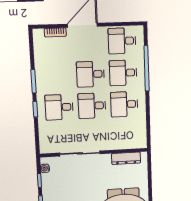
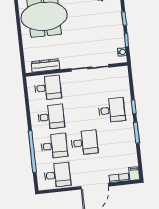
filing cabinet: (38, 36) -> (134, 174), added
desk: (92, 106) -> (48, 88), moved

